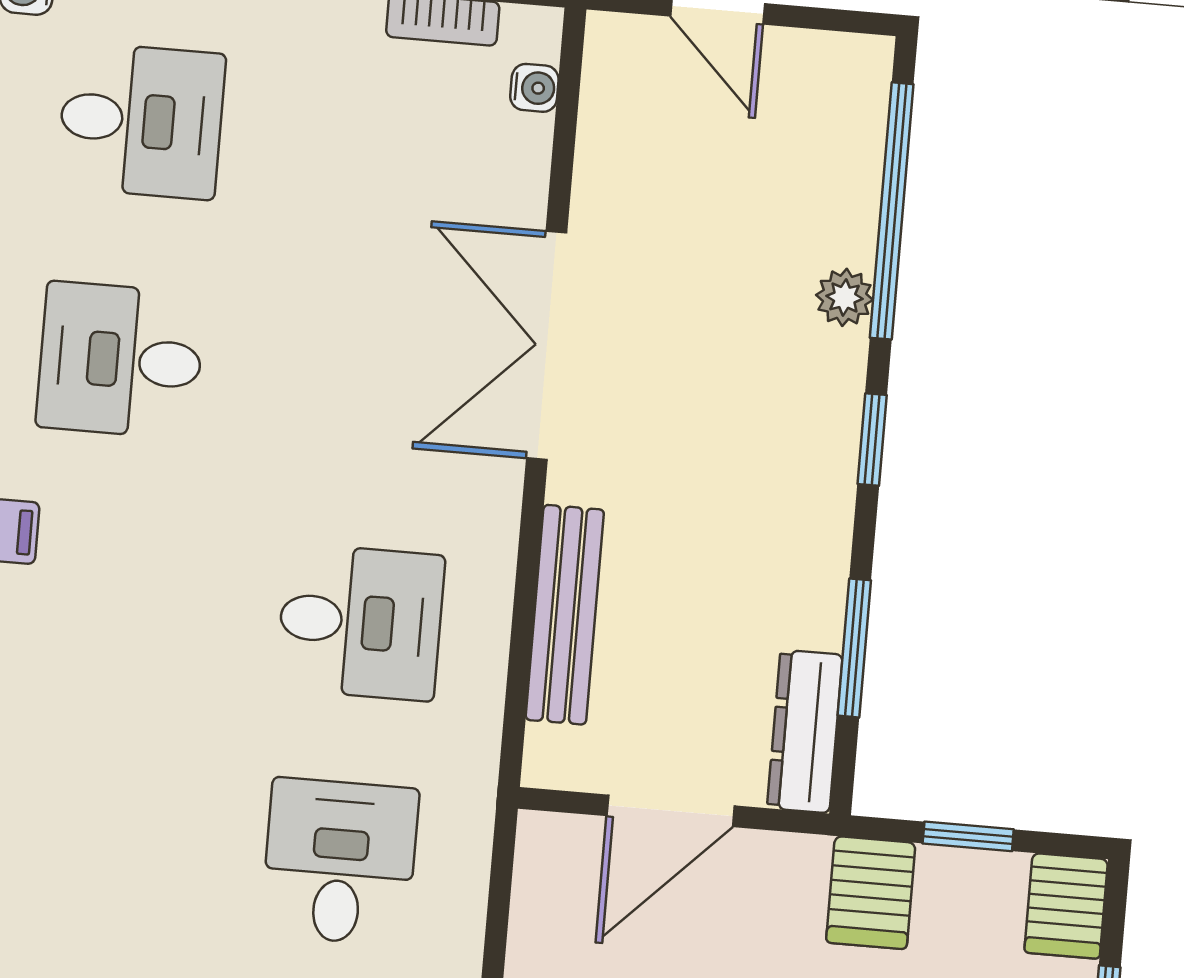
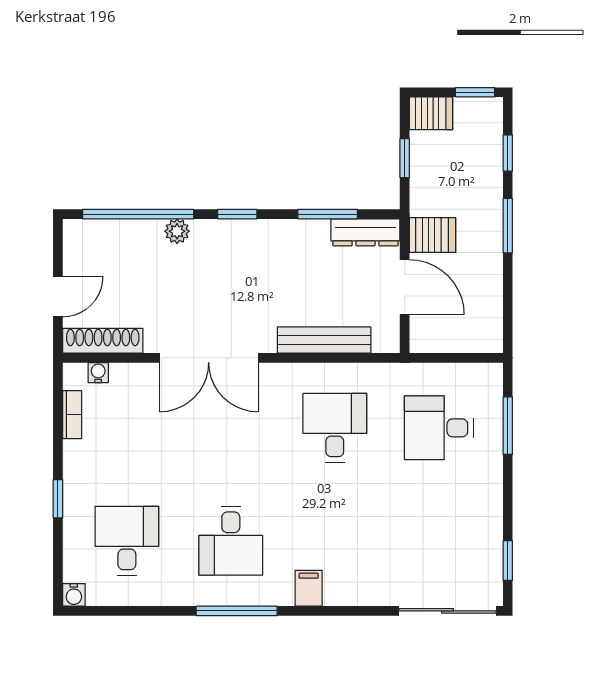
shoe rack: (607, 105) -> (103, 341), added
server rack: (871, 893) -> (433, 235), moved

